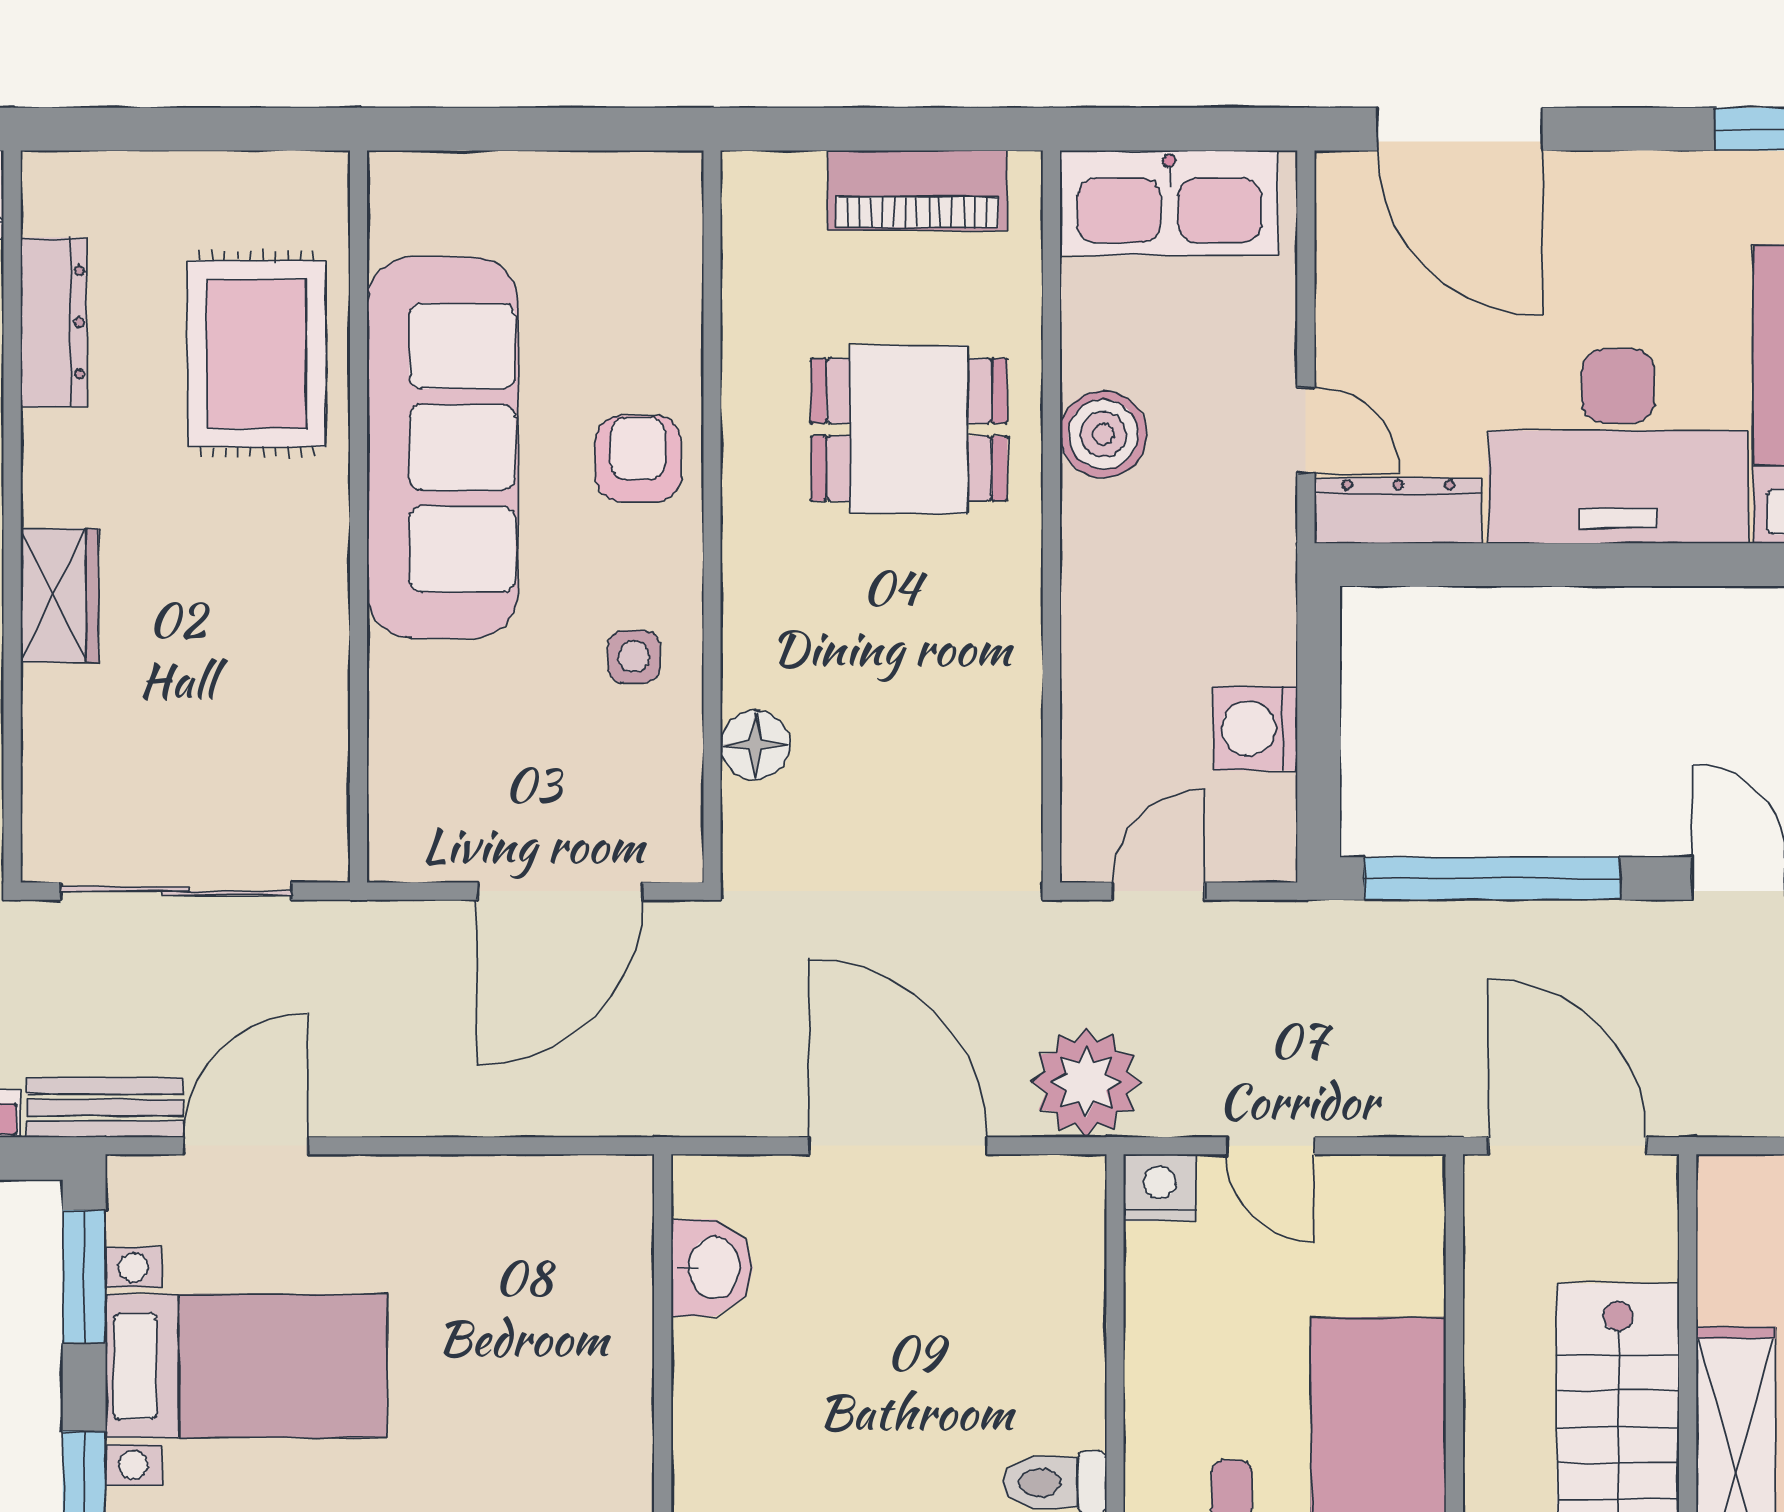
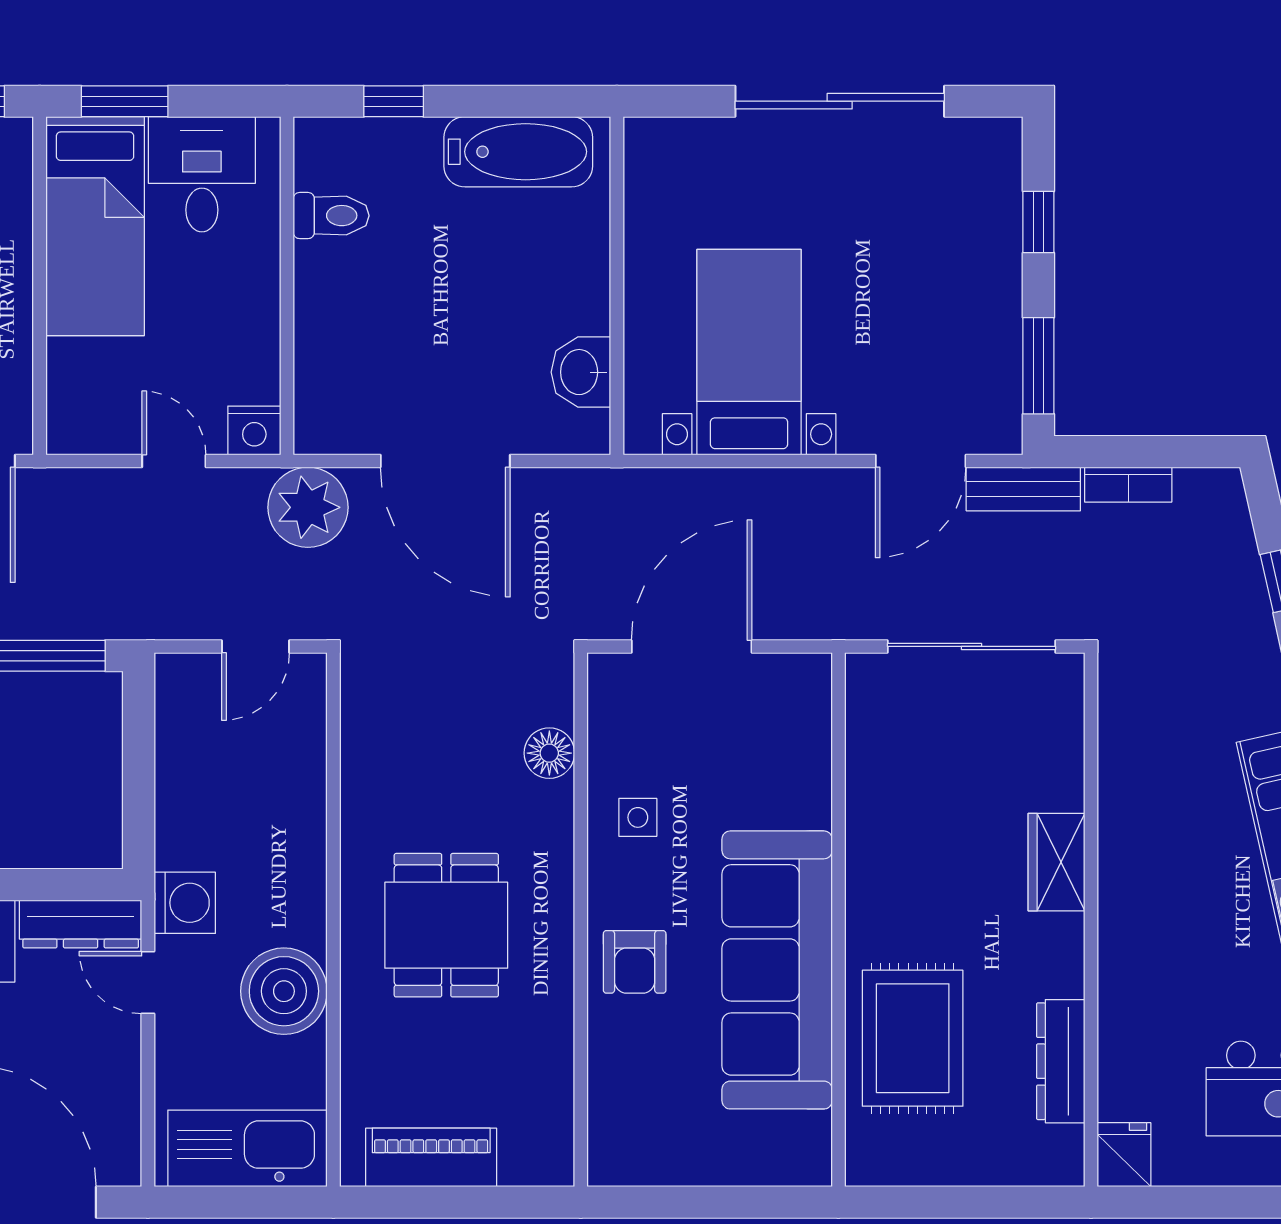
dining table: (909, 430) -> (446, 925), moved, turned 90
boiler: (1103, 434) -> (284, 991), width x1.37, depth x1.37
washing machine: (1255, 728) -> (185, 903), moved
bed with nightstands: (246, 1366) -> (749, 352), moved, turned 90

